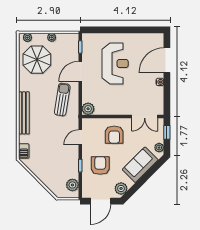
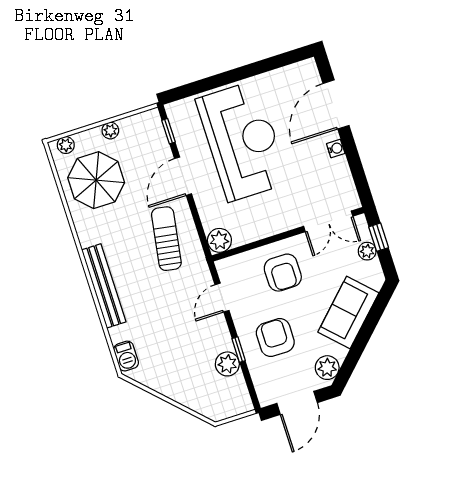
reception desk: (115, 64) -> (242, 141), width x1.36, depth x1.30
plant: (159, 148) -> (367, 251), moved
plant: (72, 185) -> (227, 364), moved

